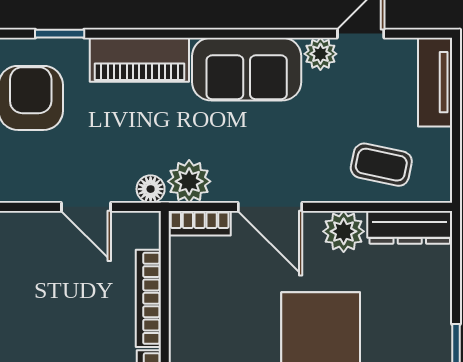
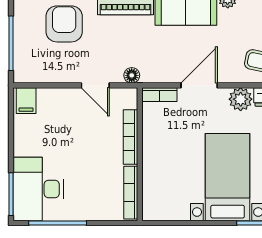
plant: (189, 181) -> (153, 71), removed
door: (270, 207) -> (199, 85), swing flipped

